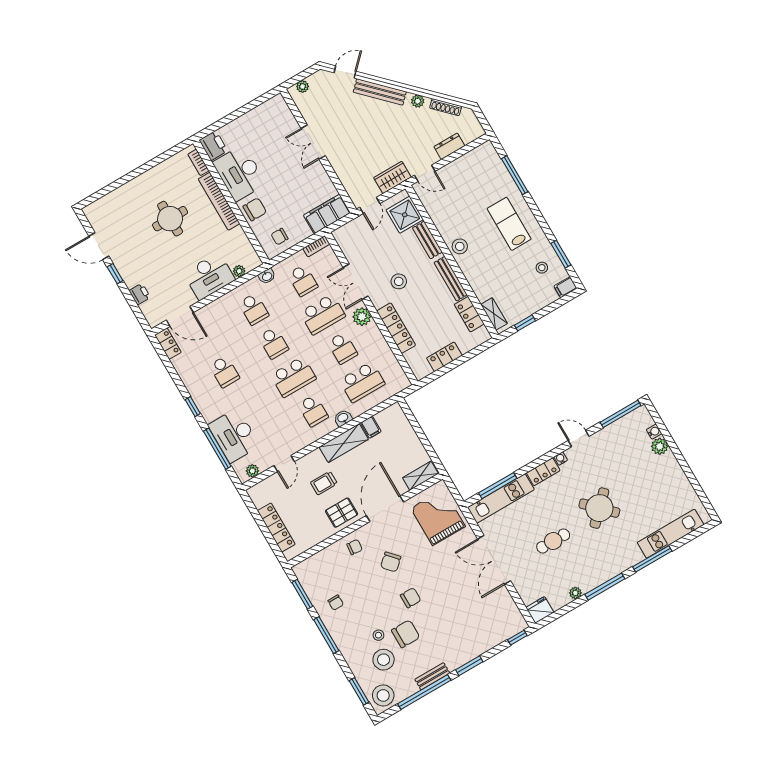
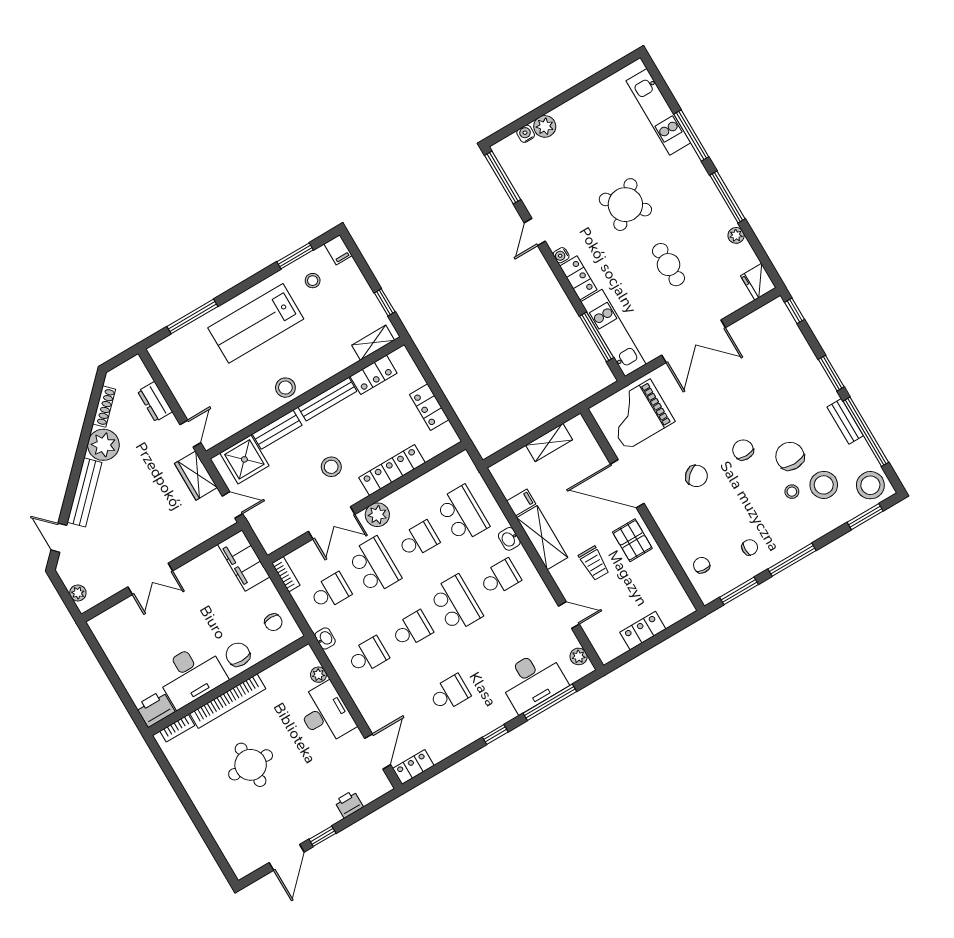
plant: (418, 101) -> (103, 445), width x1.88, depth x1.88
lab bench: (509, 224) -> (256, 323), width x1.36, depth x1.39
shelving: (420, 476) -> (549, 442), moved, turned 90
locker: (276, 527) -> (643, 631), width x0.66
chair: (355, 547) -> (702, 565), moved

